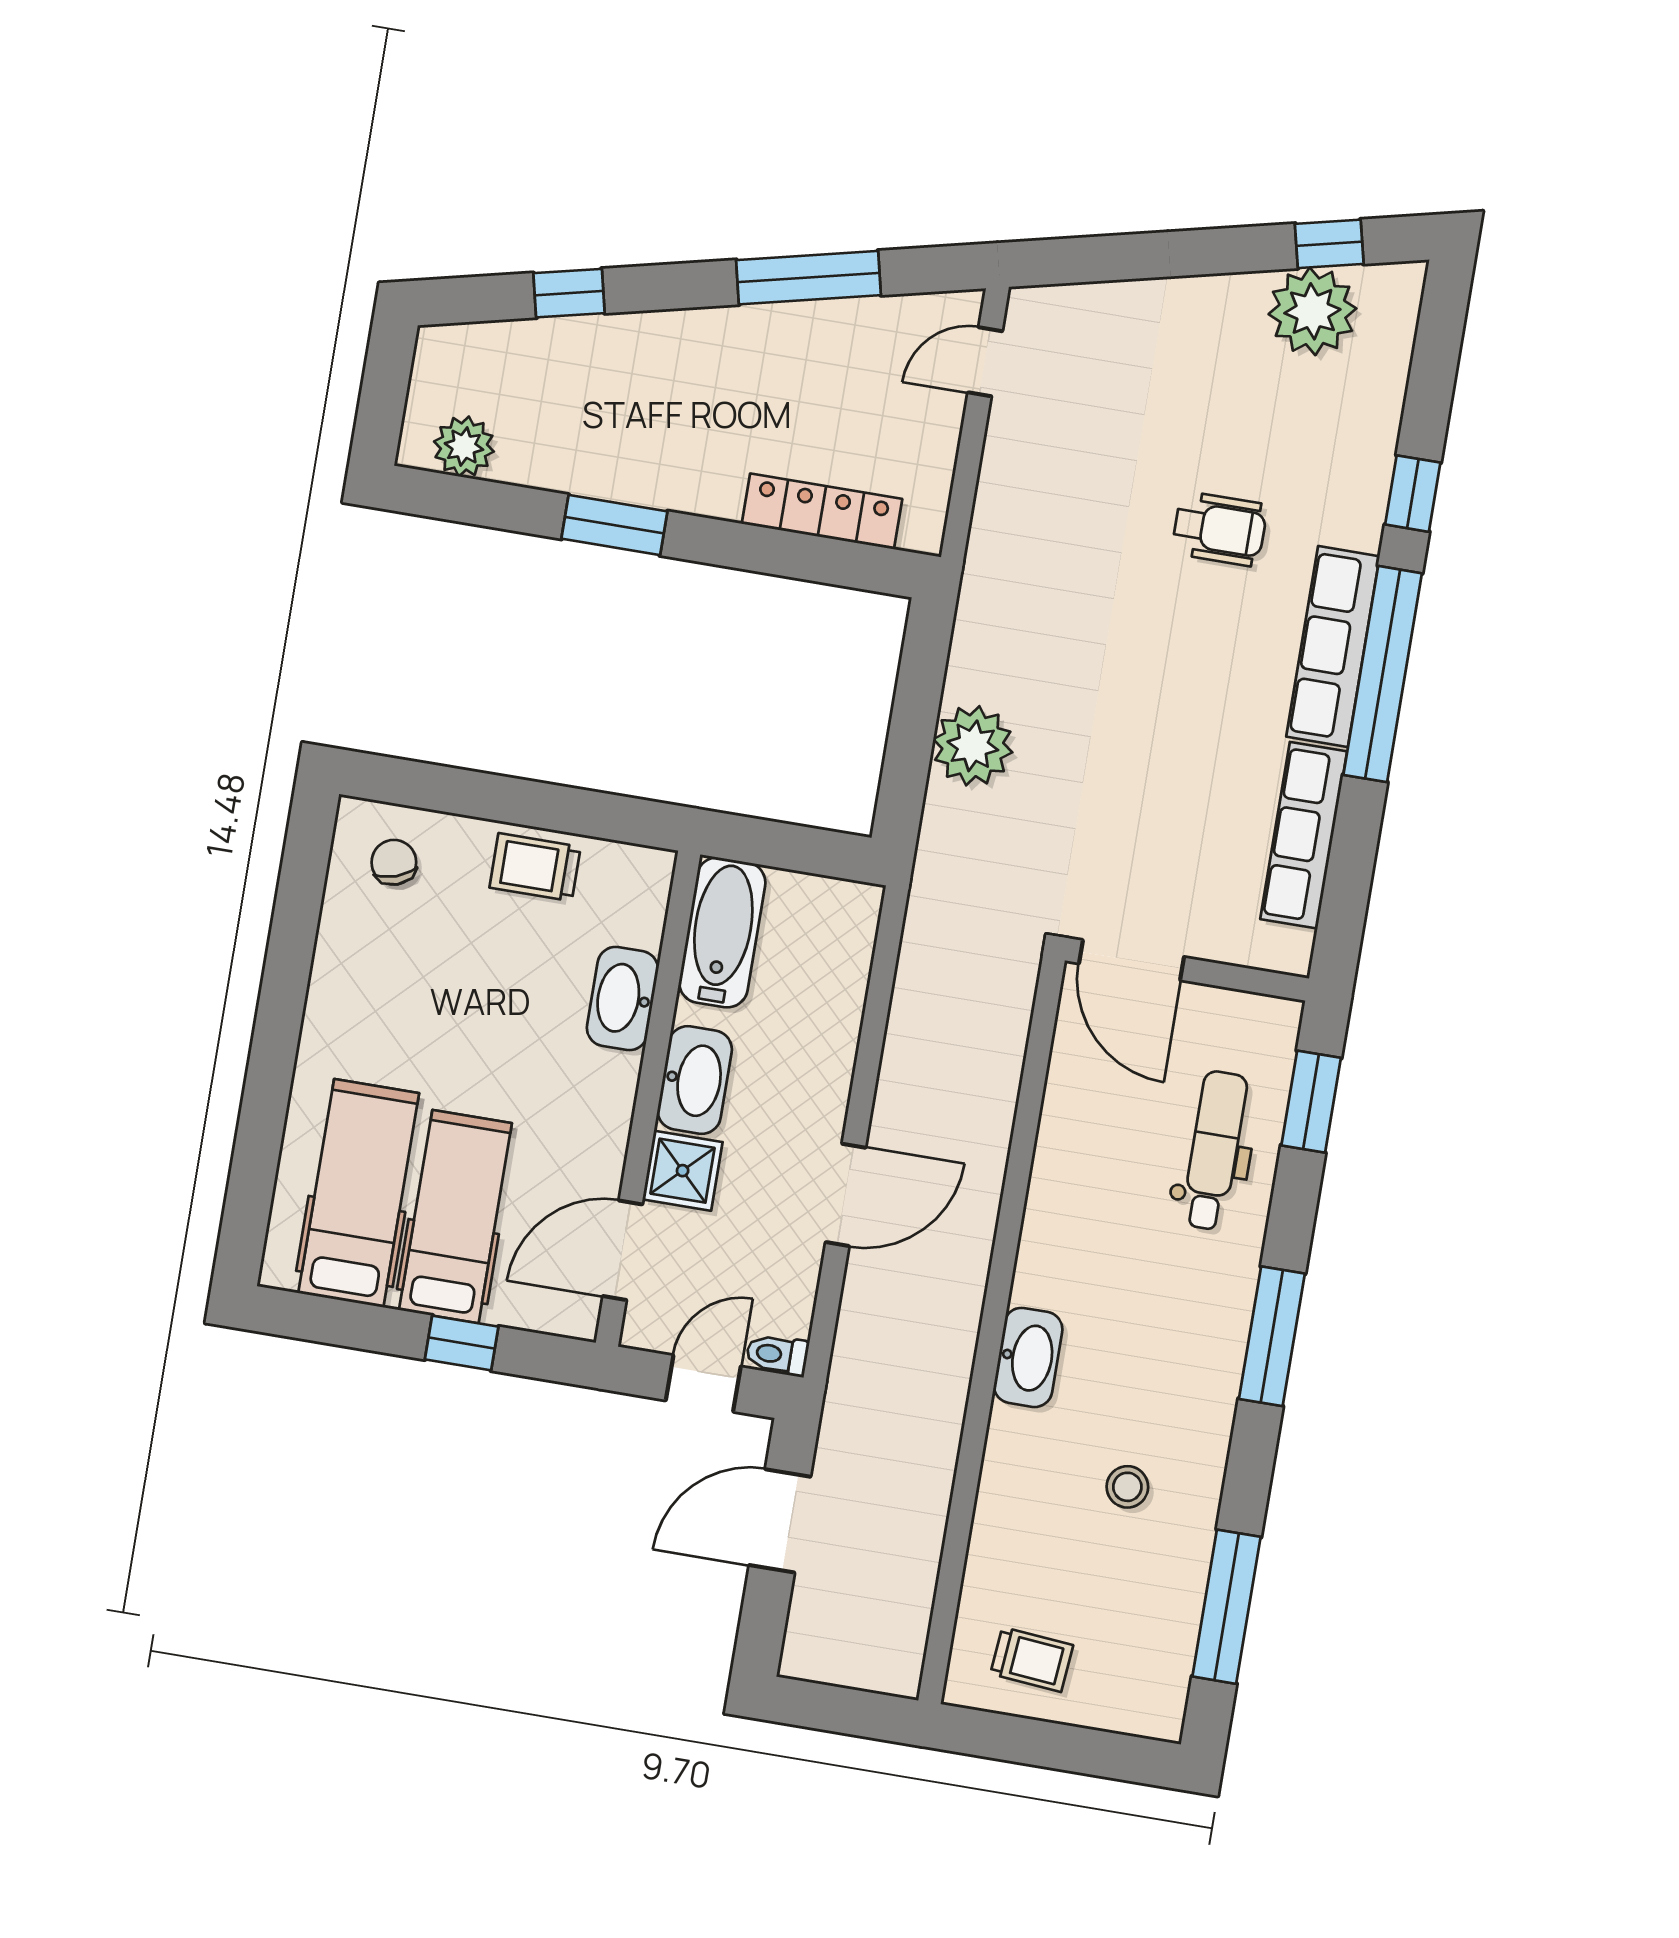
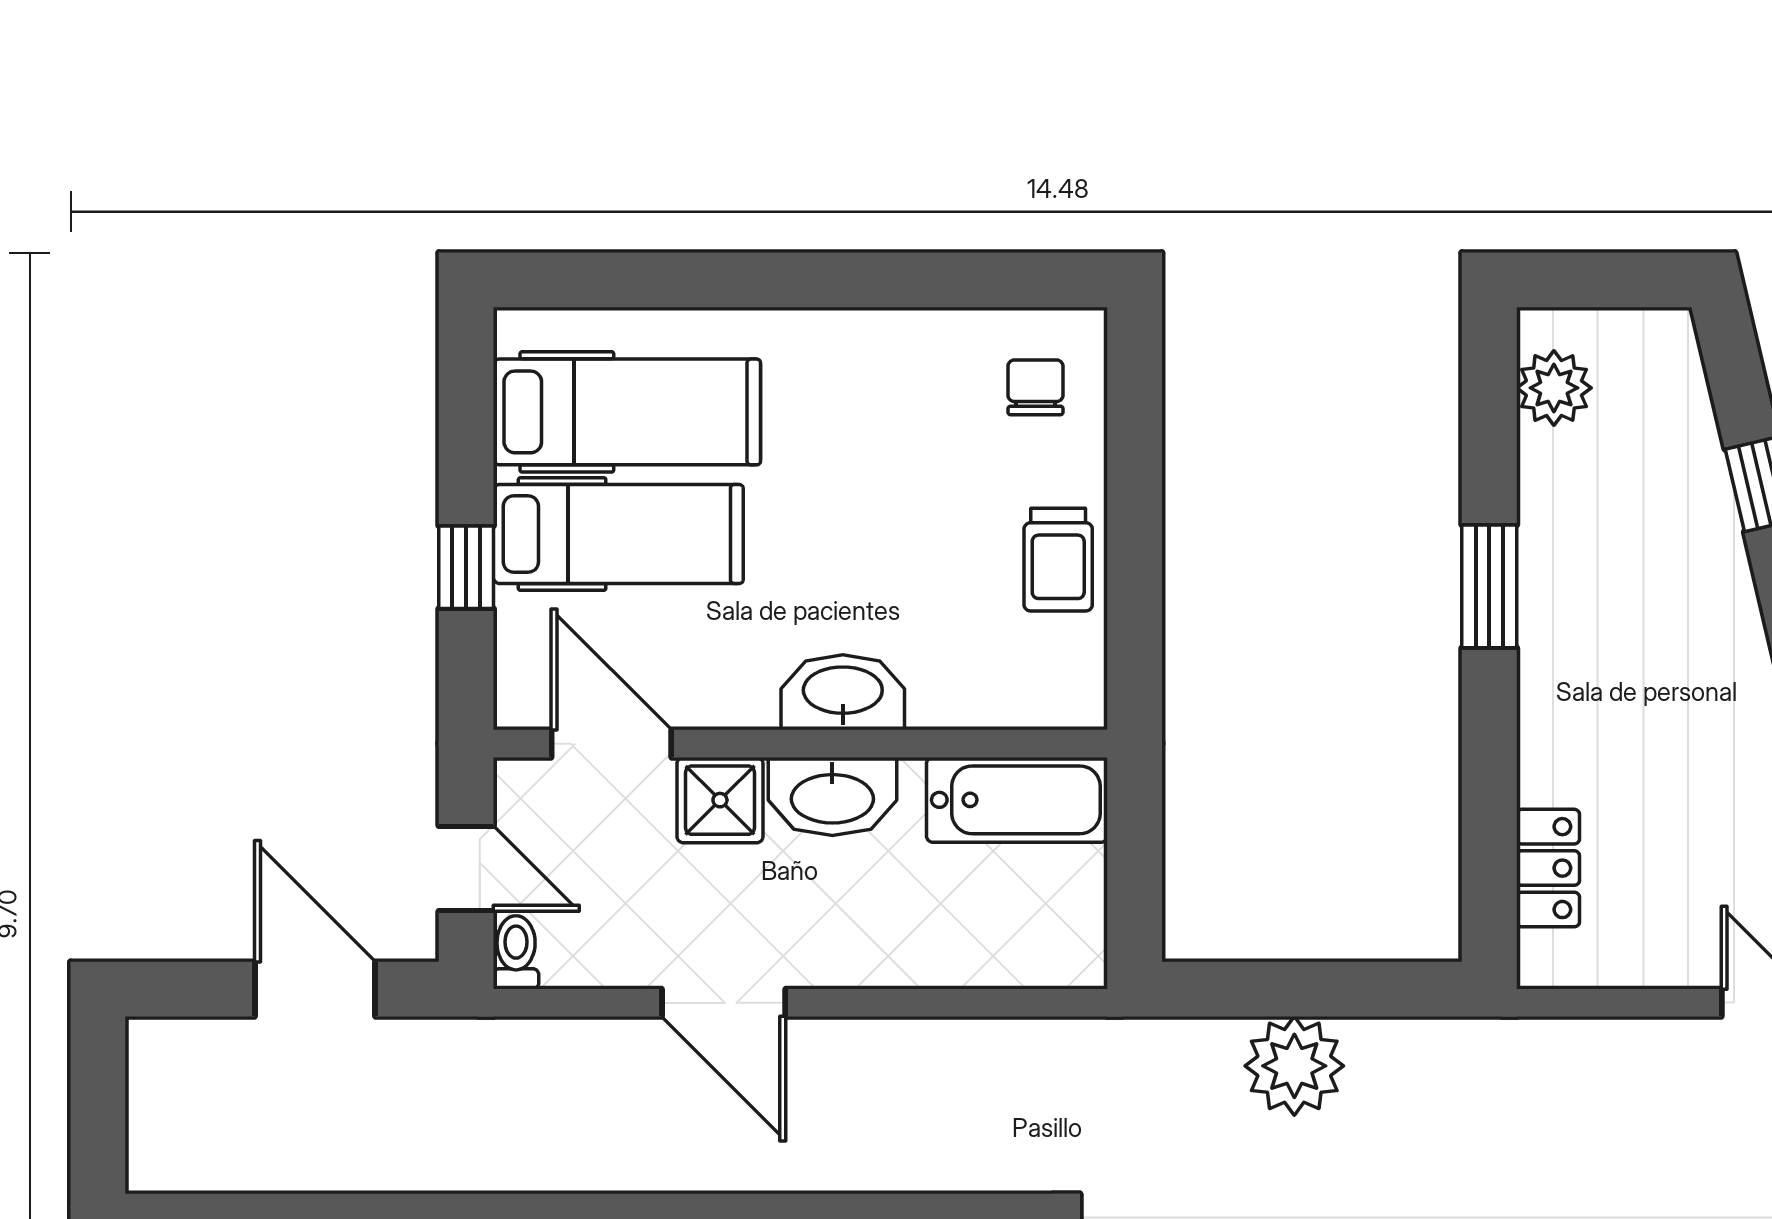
locker: (822, 511) -> (1548, 868), width x0.66
chair: (394, 862) -> (1035, 387), turned -71
trolley: (535, 867) -> (1058, 560), turned 180
washbasin: (623, 999) -> (843, 692), moved

